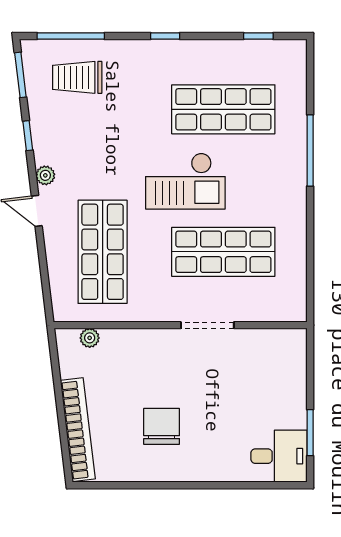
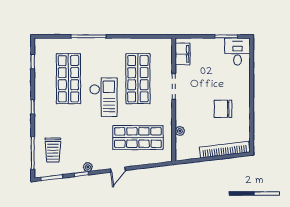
plant: (45, 175) -> (88, 167), moved
plant: (90, 338) -> (180, 131), moved
filing cabinet: (274, 343) -> (183, 54), added

